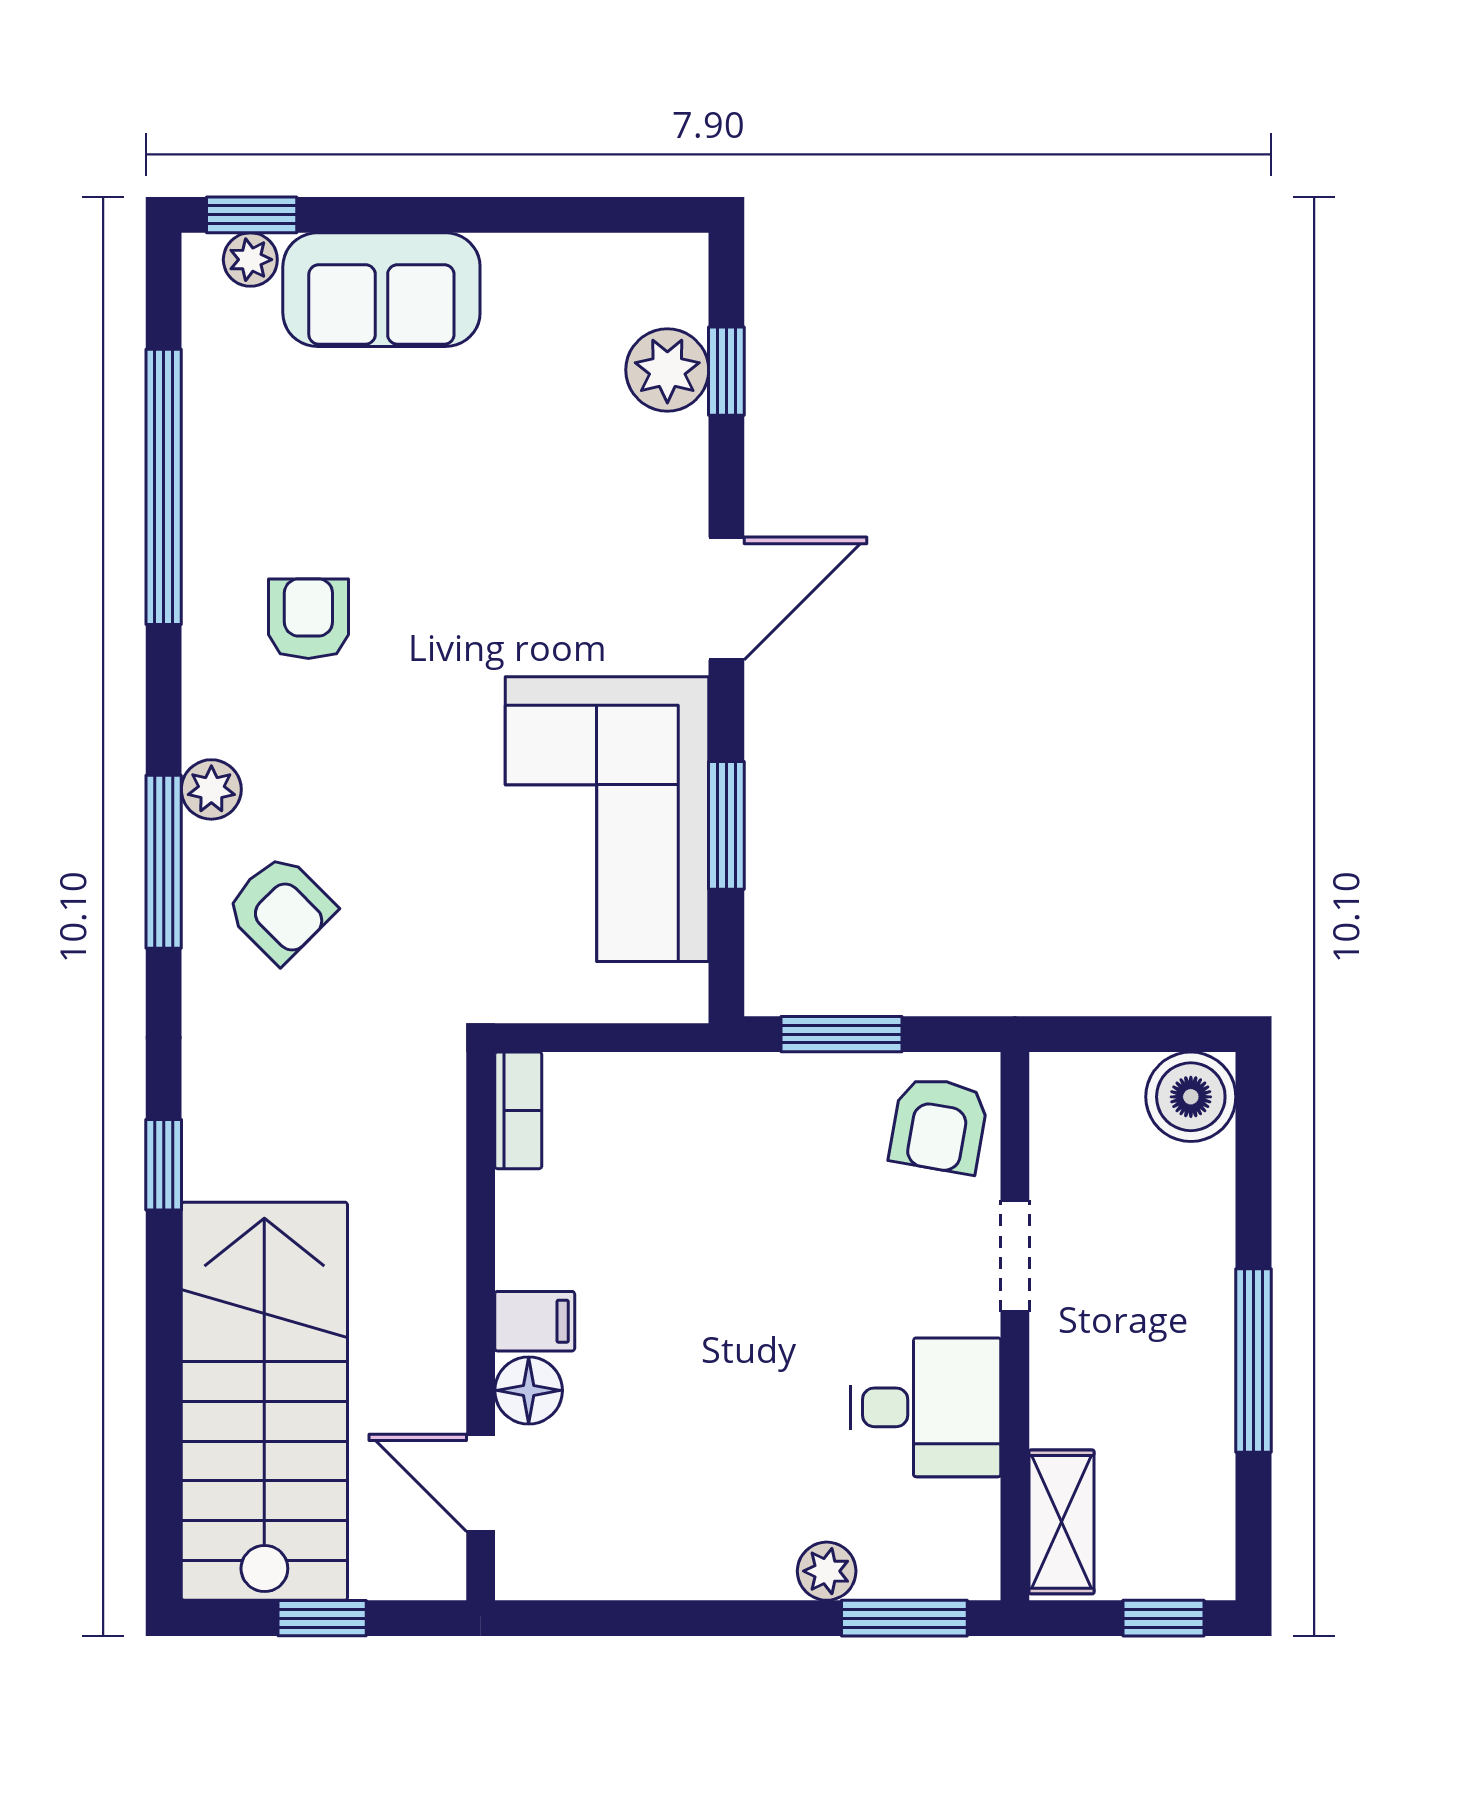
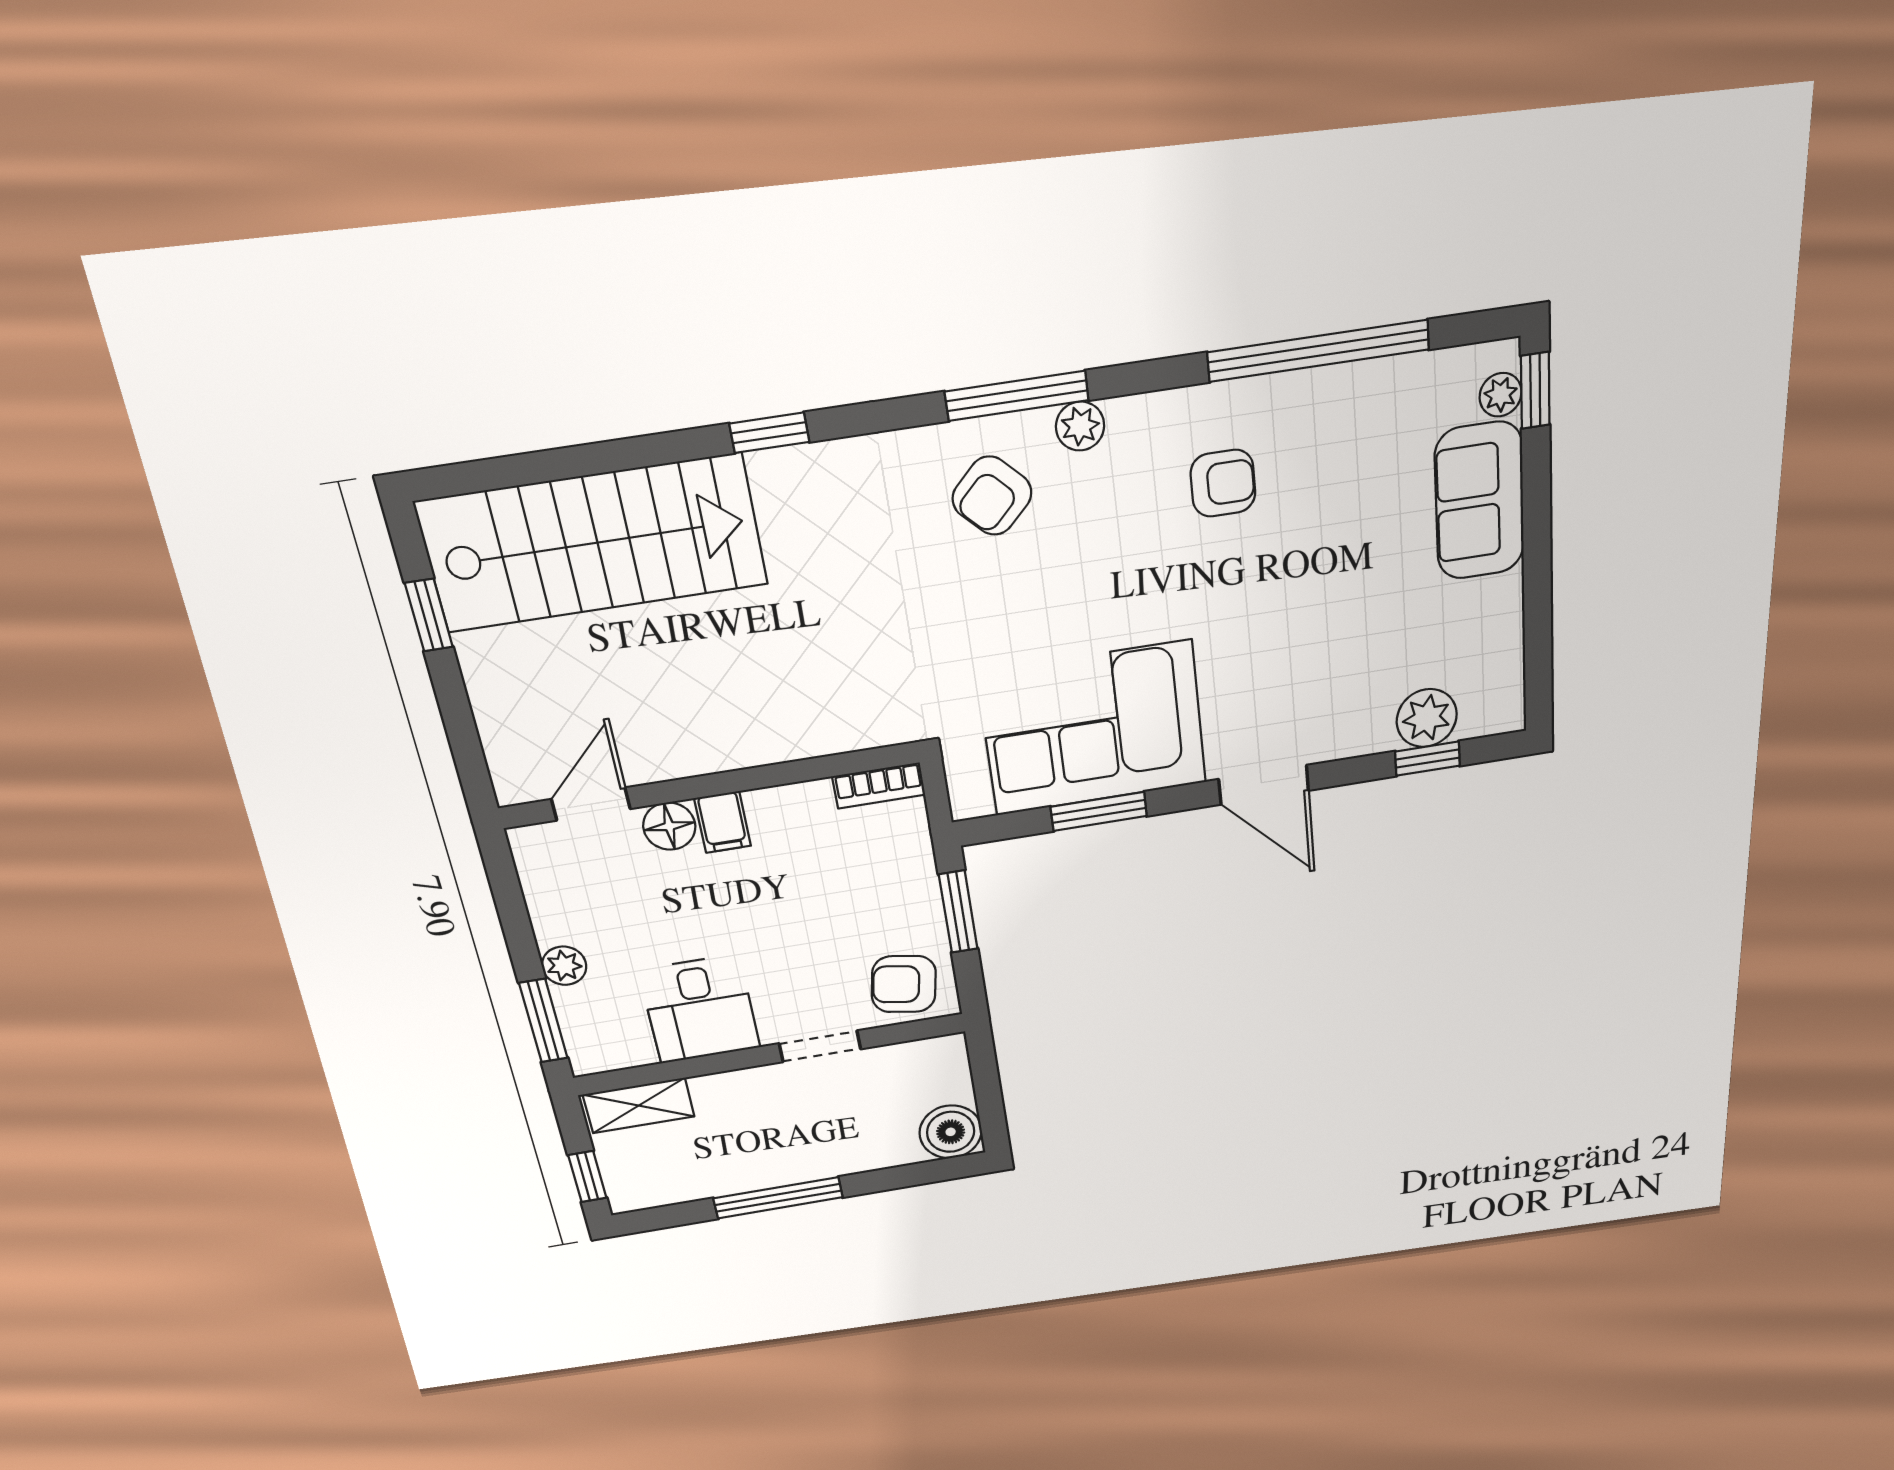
bookcase: (518, 1110) -> (879, 786), moved
filing cabinet: (535, 1321) -> (723, 822), moved
wall: (481, 1326) -> (711, 785), moved
floor lamp: (529, 1390) -> (669, 826), moved
door: (481, 1483) -> (591, 804), moved

